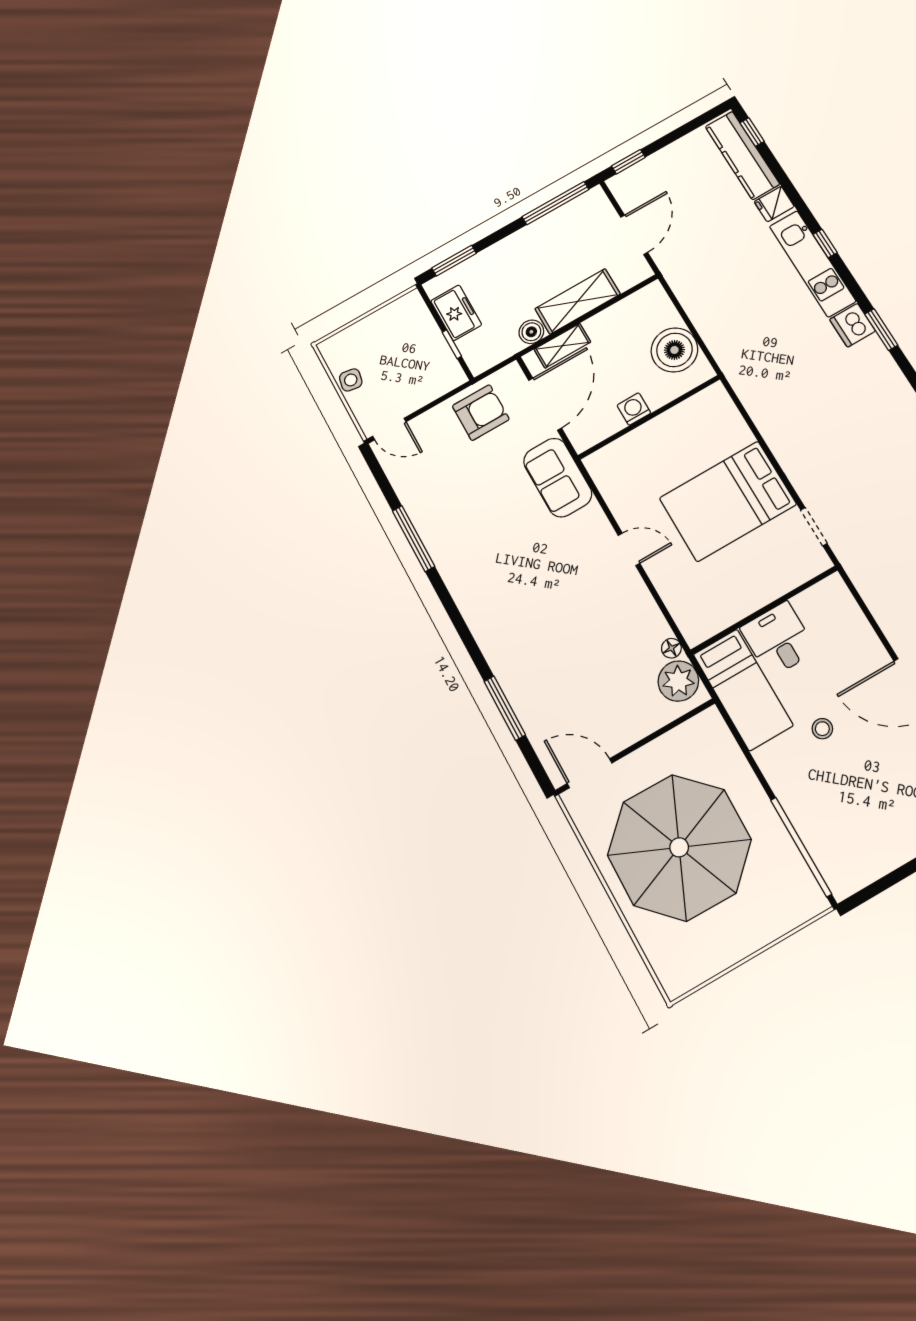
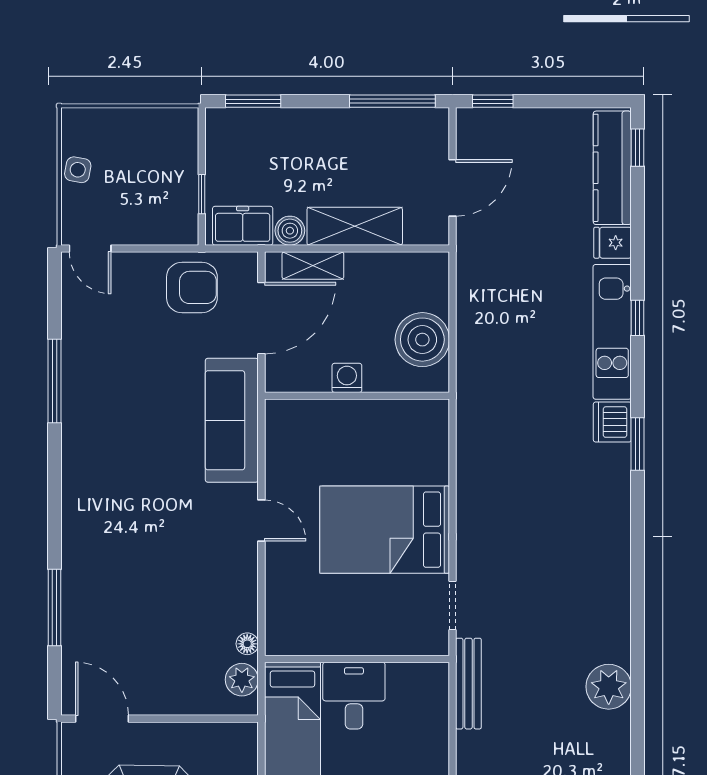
freezer: (456, 313) -> (243, 226), moved, turned -90
sofa: (558, 477) -> (232, 420), width x1.36
bench: (862, 578) -> (468, 684), added
plant: (678, 681) -> (242, 680), width x0.73, depth x0.73

